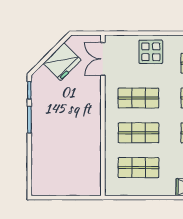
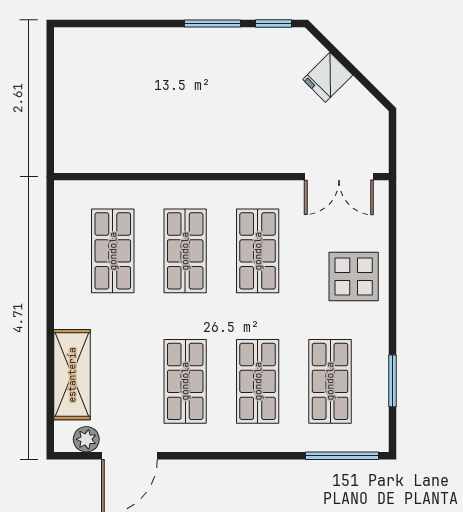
double door: (103, 59) -> (339, 177), swing flipped
fridge: (62, 62) -> (328, 77), width x0.53, depth x0.75

